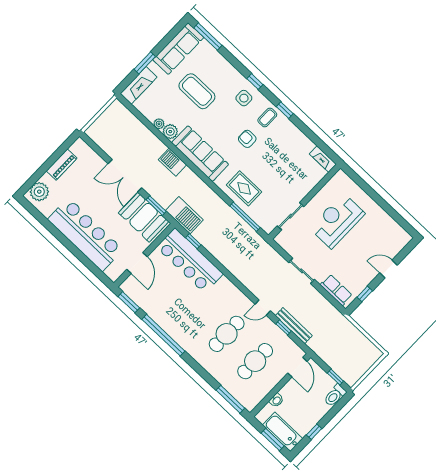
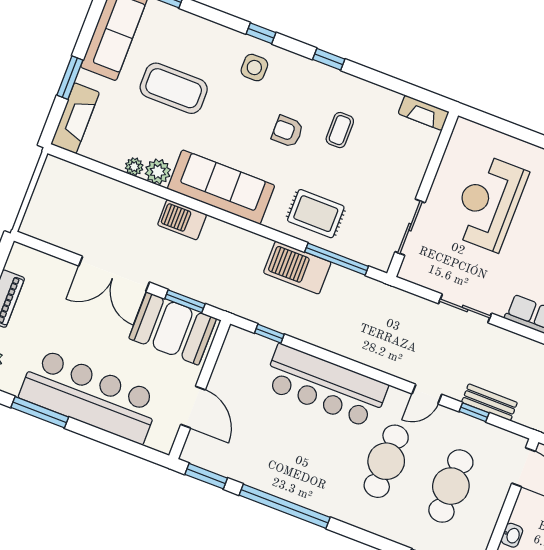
coffee table: (267, 117) -> (340, 130), moved
barbecue: (184, 215) -> (297, 268), moved, turned 180
window: (55, 232) -> (40, 412), added
bar counter: (190, 261) -> (325, 386), moved
bench: (294, 326) -> (489, 402), width x0.73

